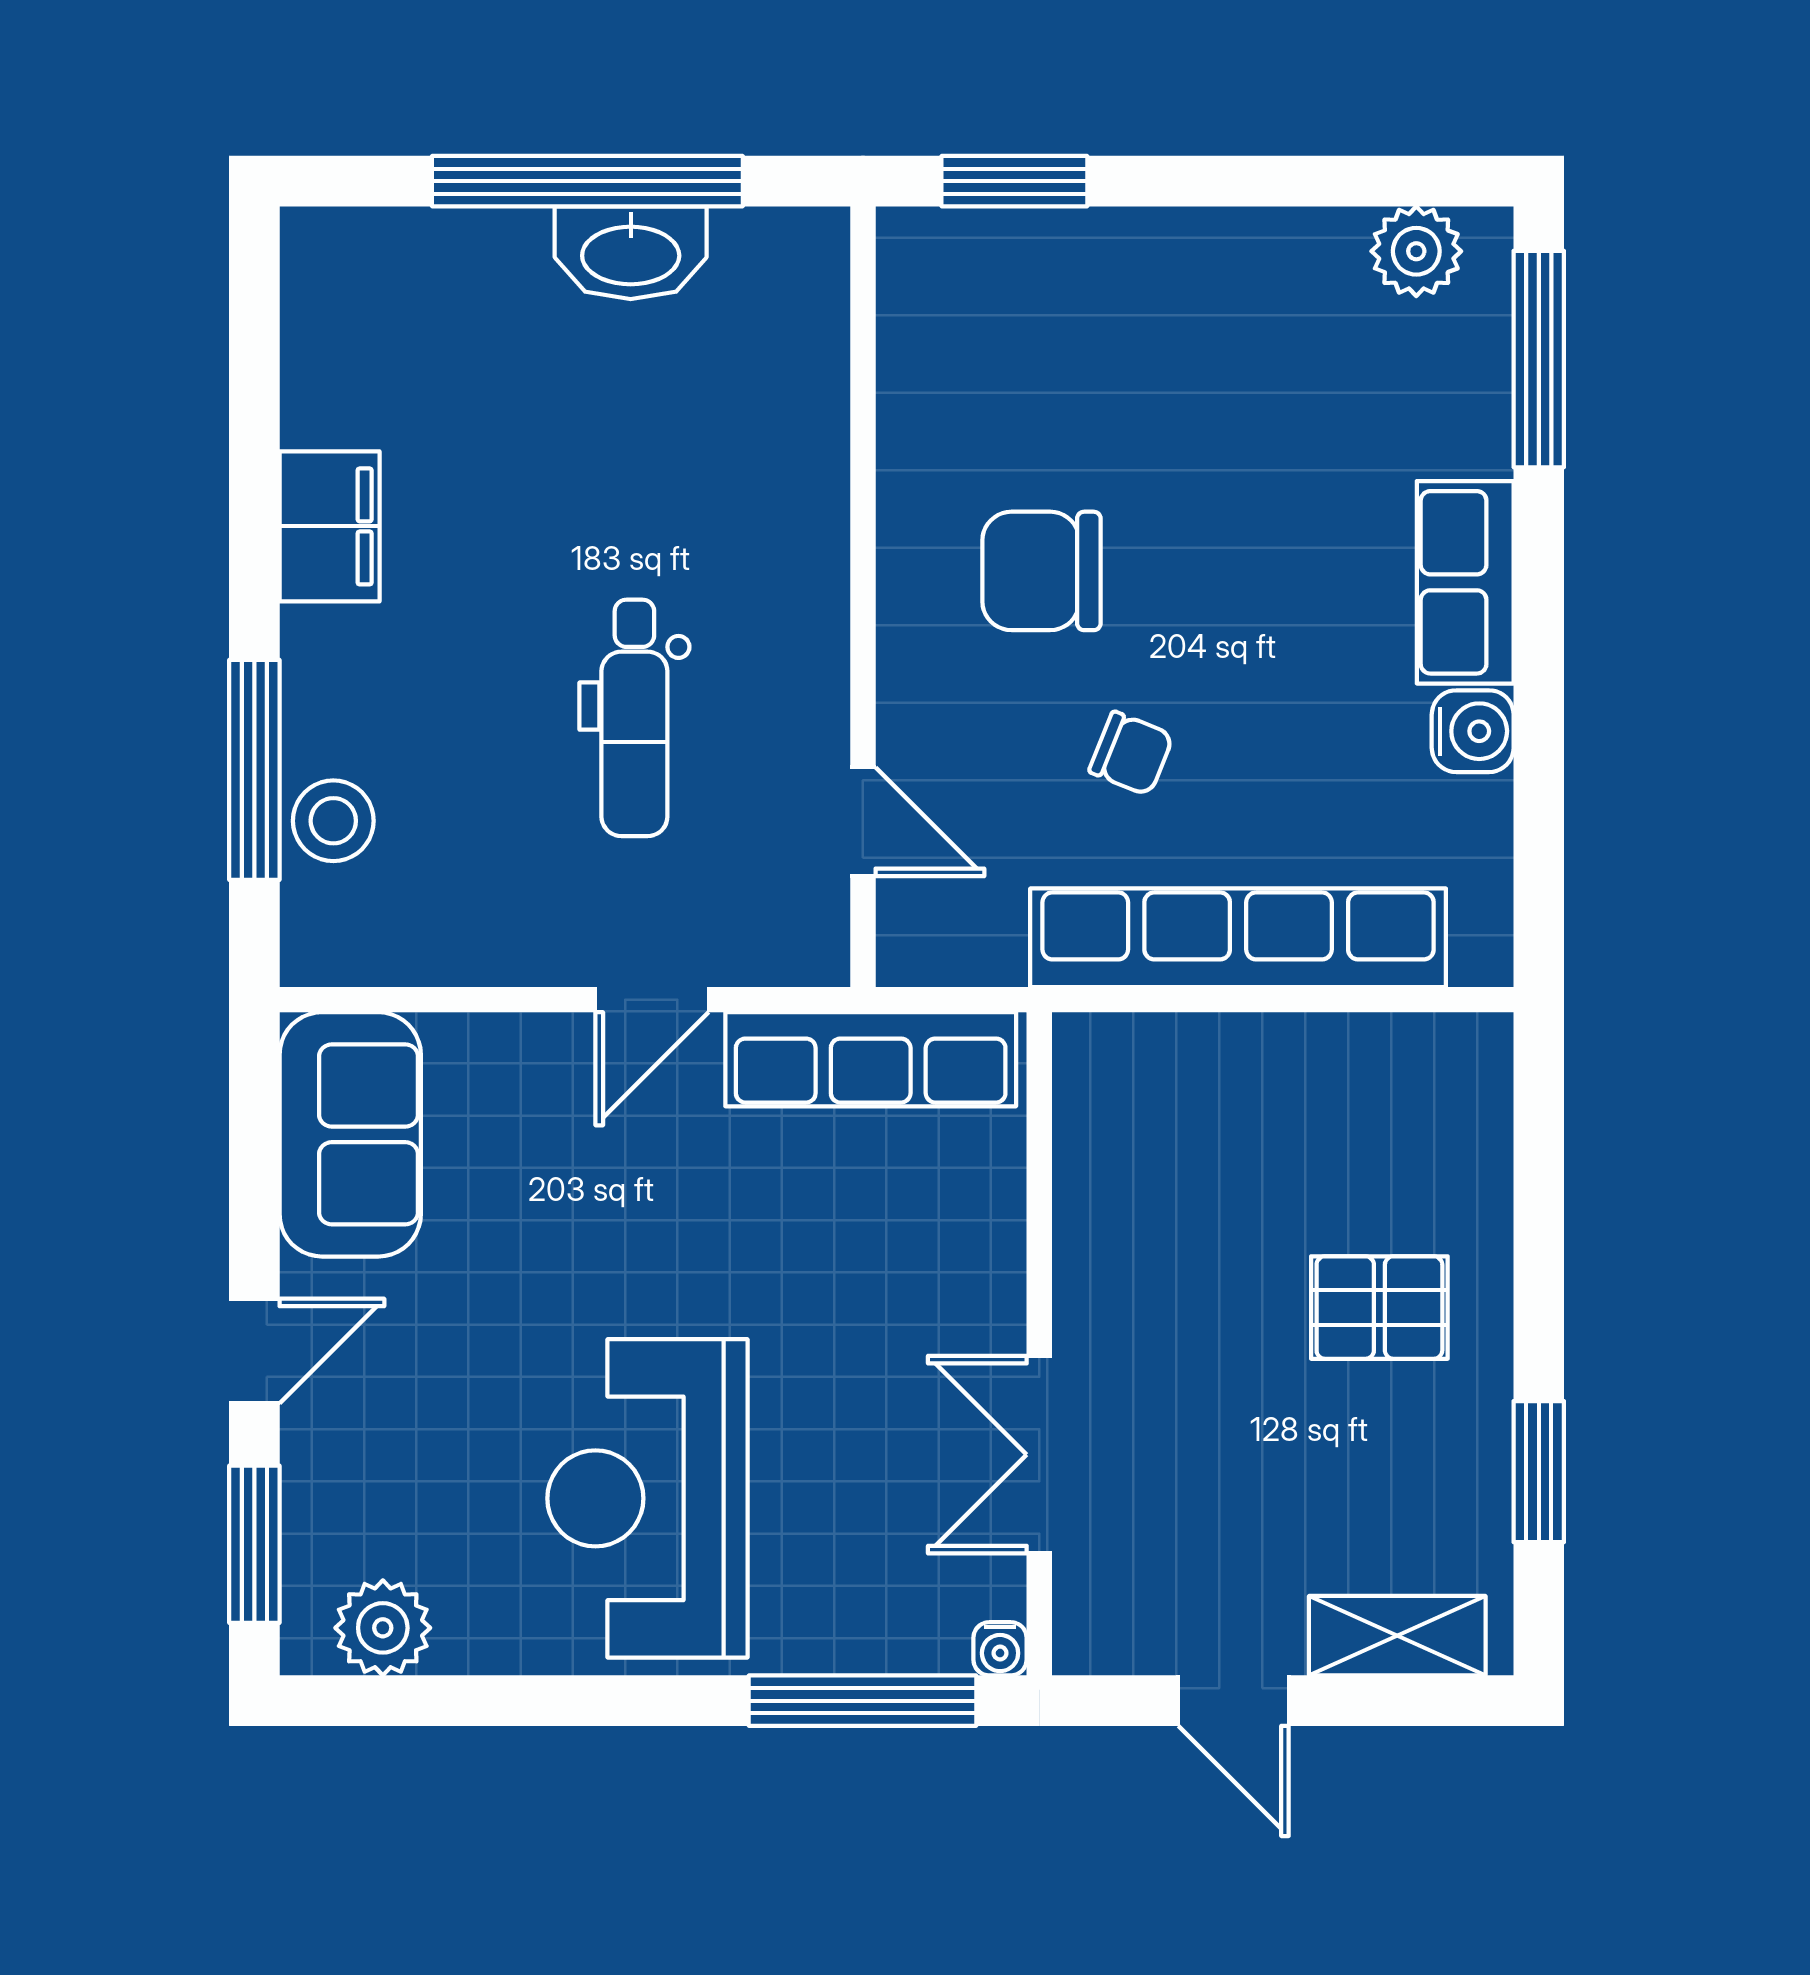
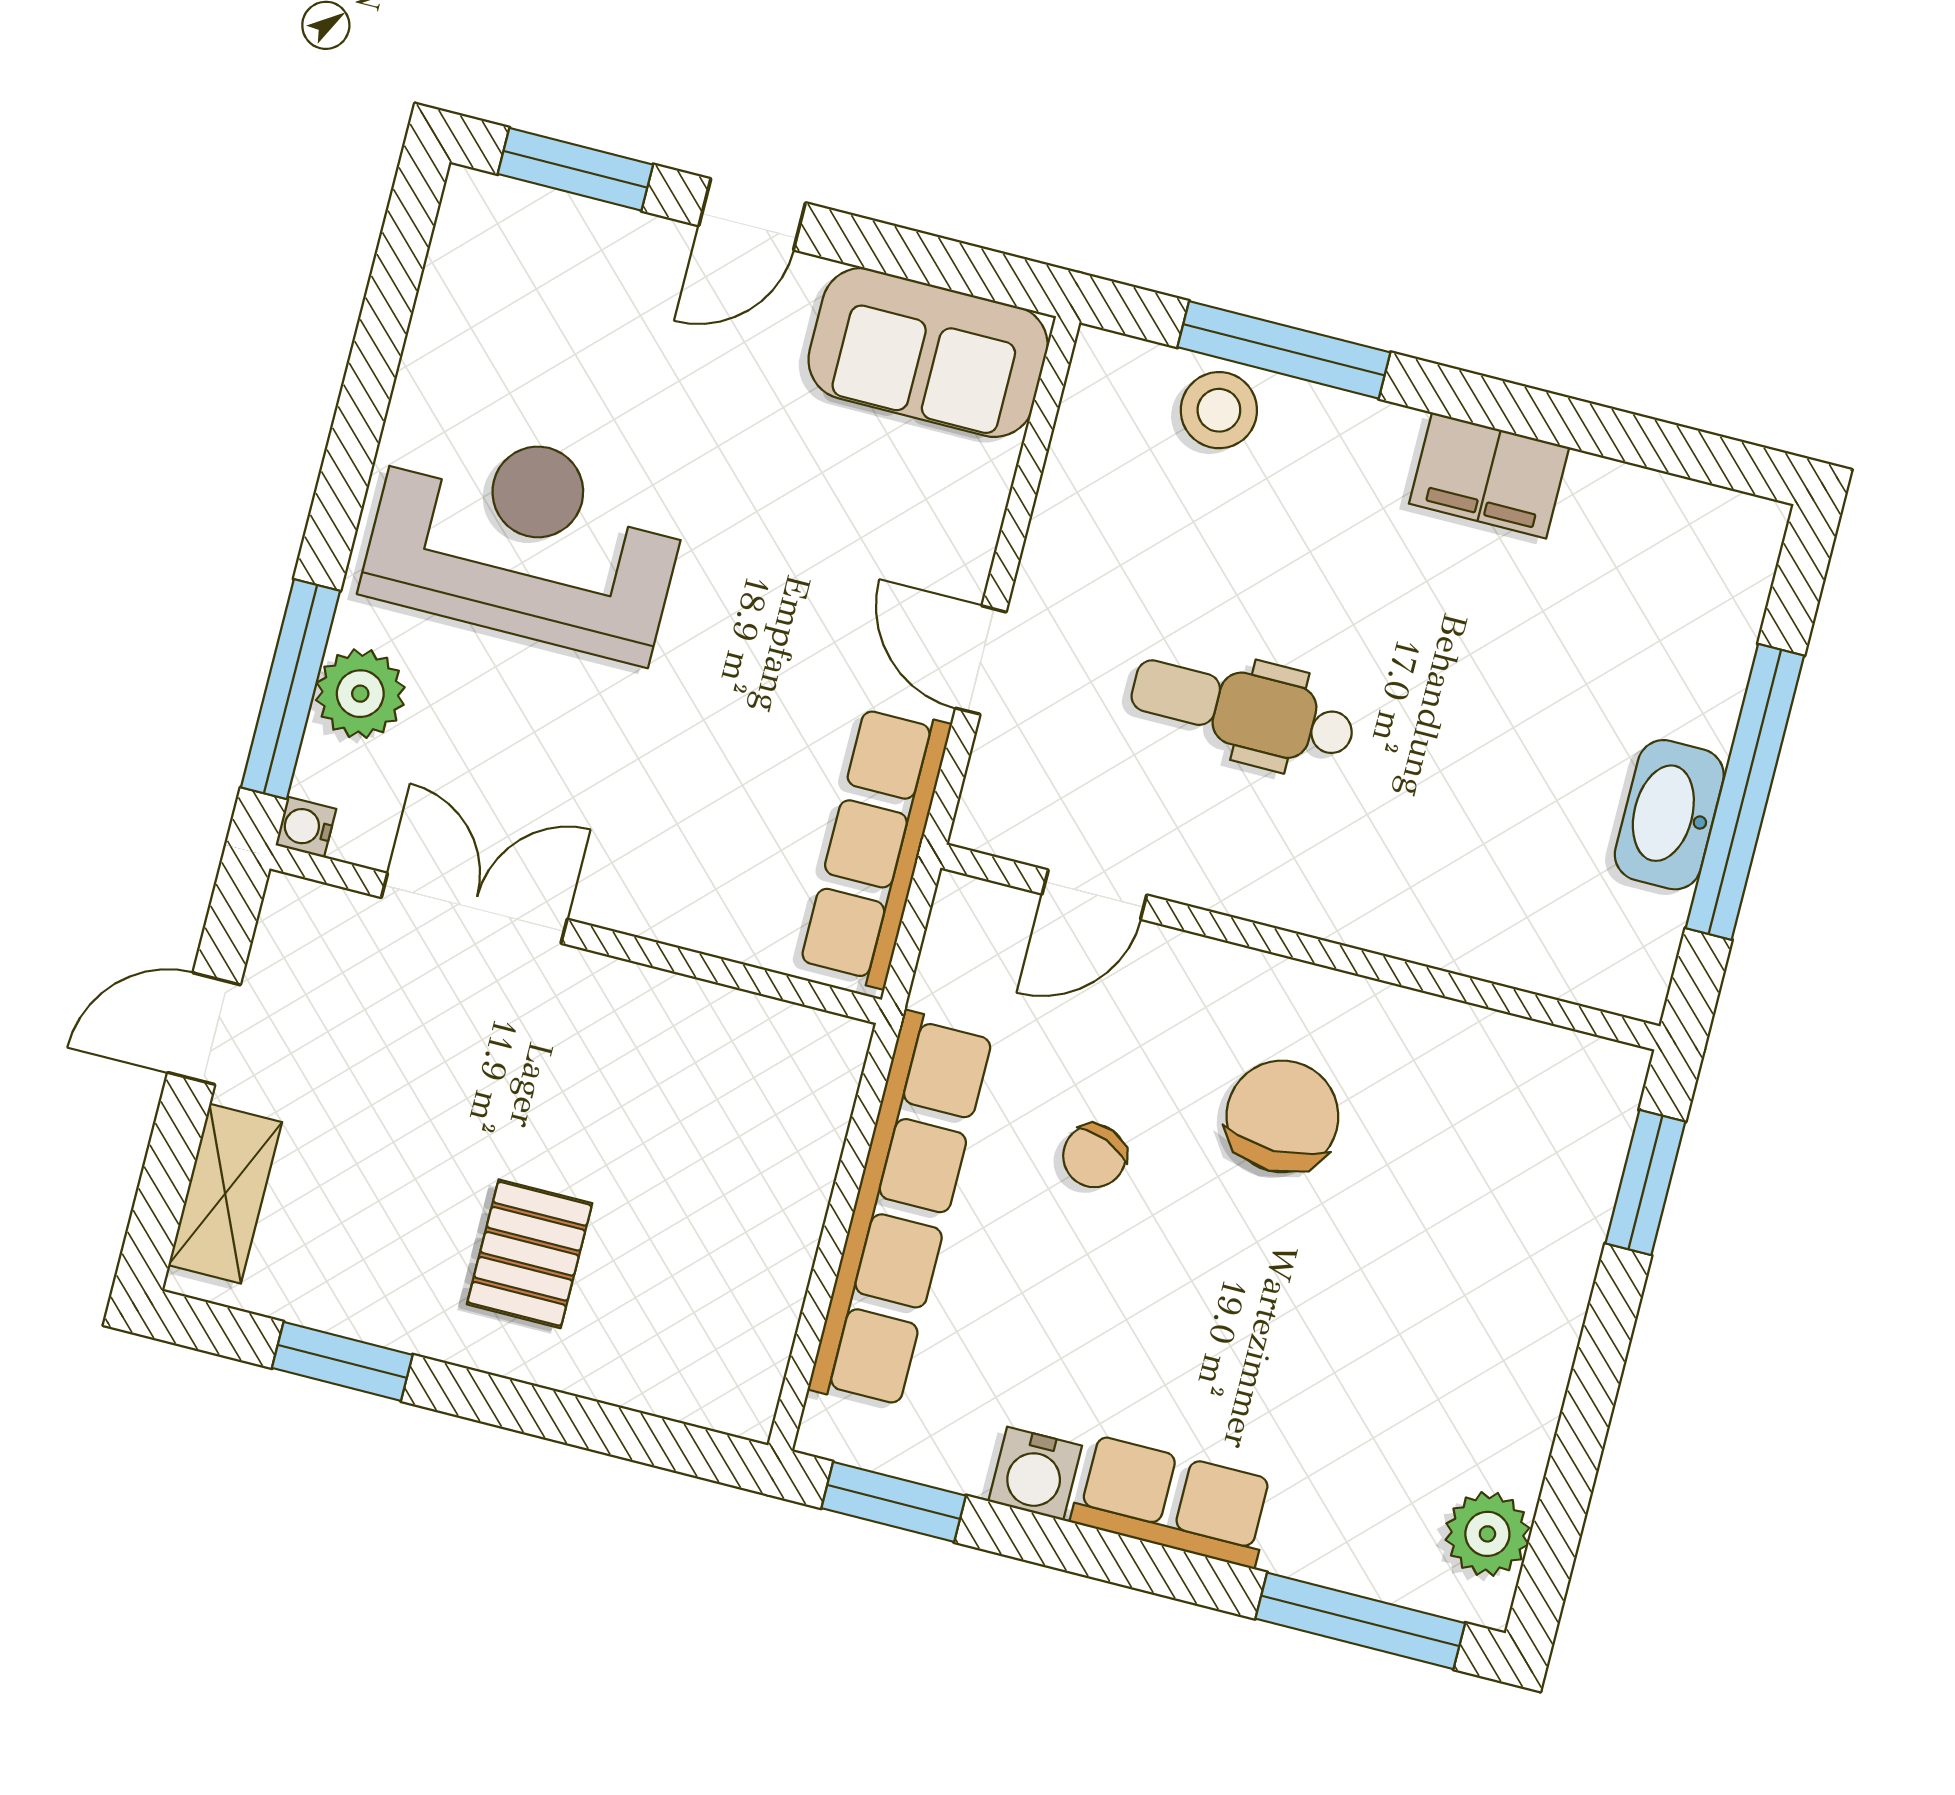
window: (1539, 869) -> (894, 1502), added
door: (254, 1351) -> (752, 214), hinge flipped
plant: (383, 1628) -> (360, 694), moved

